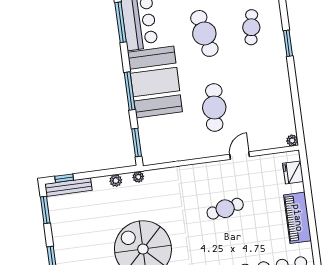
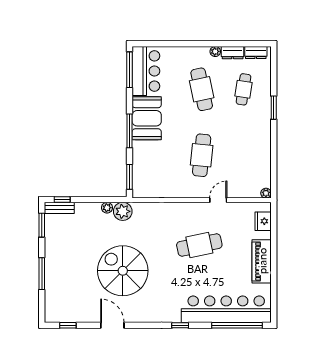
booth: (155, 82) -> (147, 118), width x0.73, depth x0.70
plant: (138, 177) -> (123, 211), width x1.87, depth x1.87
bench: (68, 187) -> (59, 208), width x0.73
cafe table: (225, 209) -> (199, 245), width x1.37, depth x1.35

